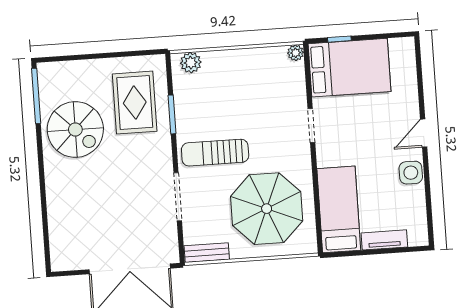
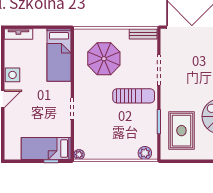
bed: (350, 68) -> (46, 149), width x0.67
parasol: (267, 209) -> (104, 59), width x0.73, depth x0.73
tv unit: (384, 240) -> (18, 34), moved

